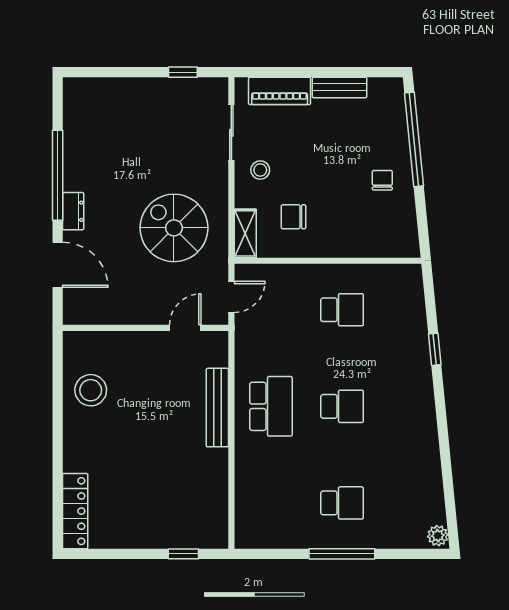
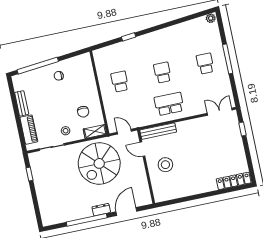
spiral stairs: (174, 228) -> (99, 163), width x1.37, depth x1.37
stool: (91, 390) -> (165, 165), moved
bench: (217, 408) -> (158, 131), moved
double door: (231, 513) -> (220, 112), added

